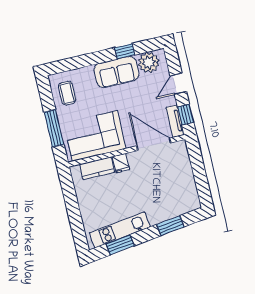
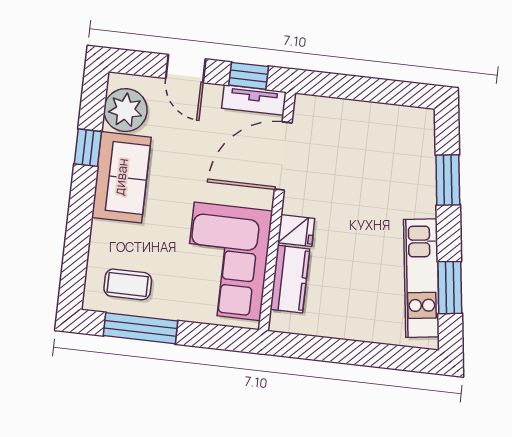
window: (54, 128) -> (140, 328), moved

